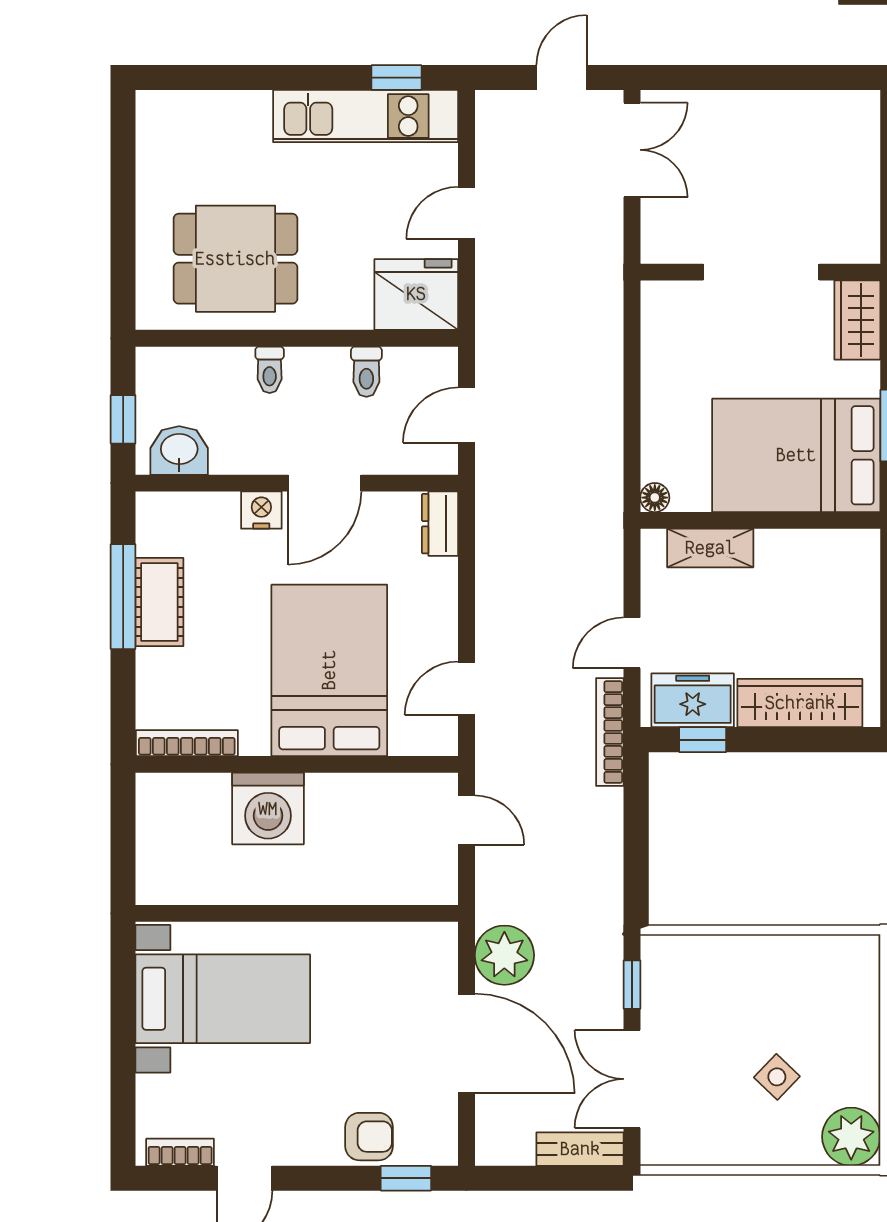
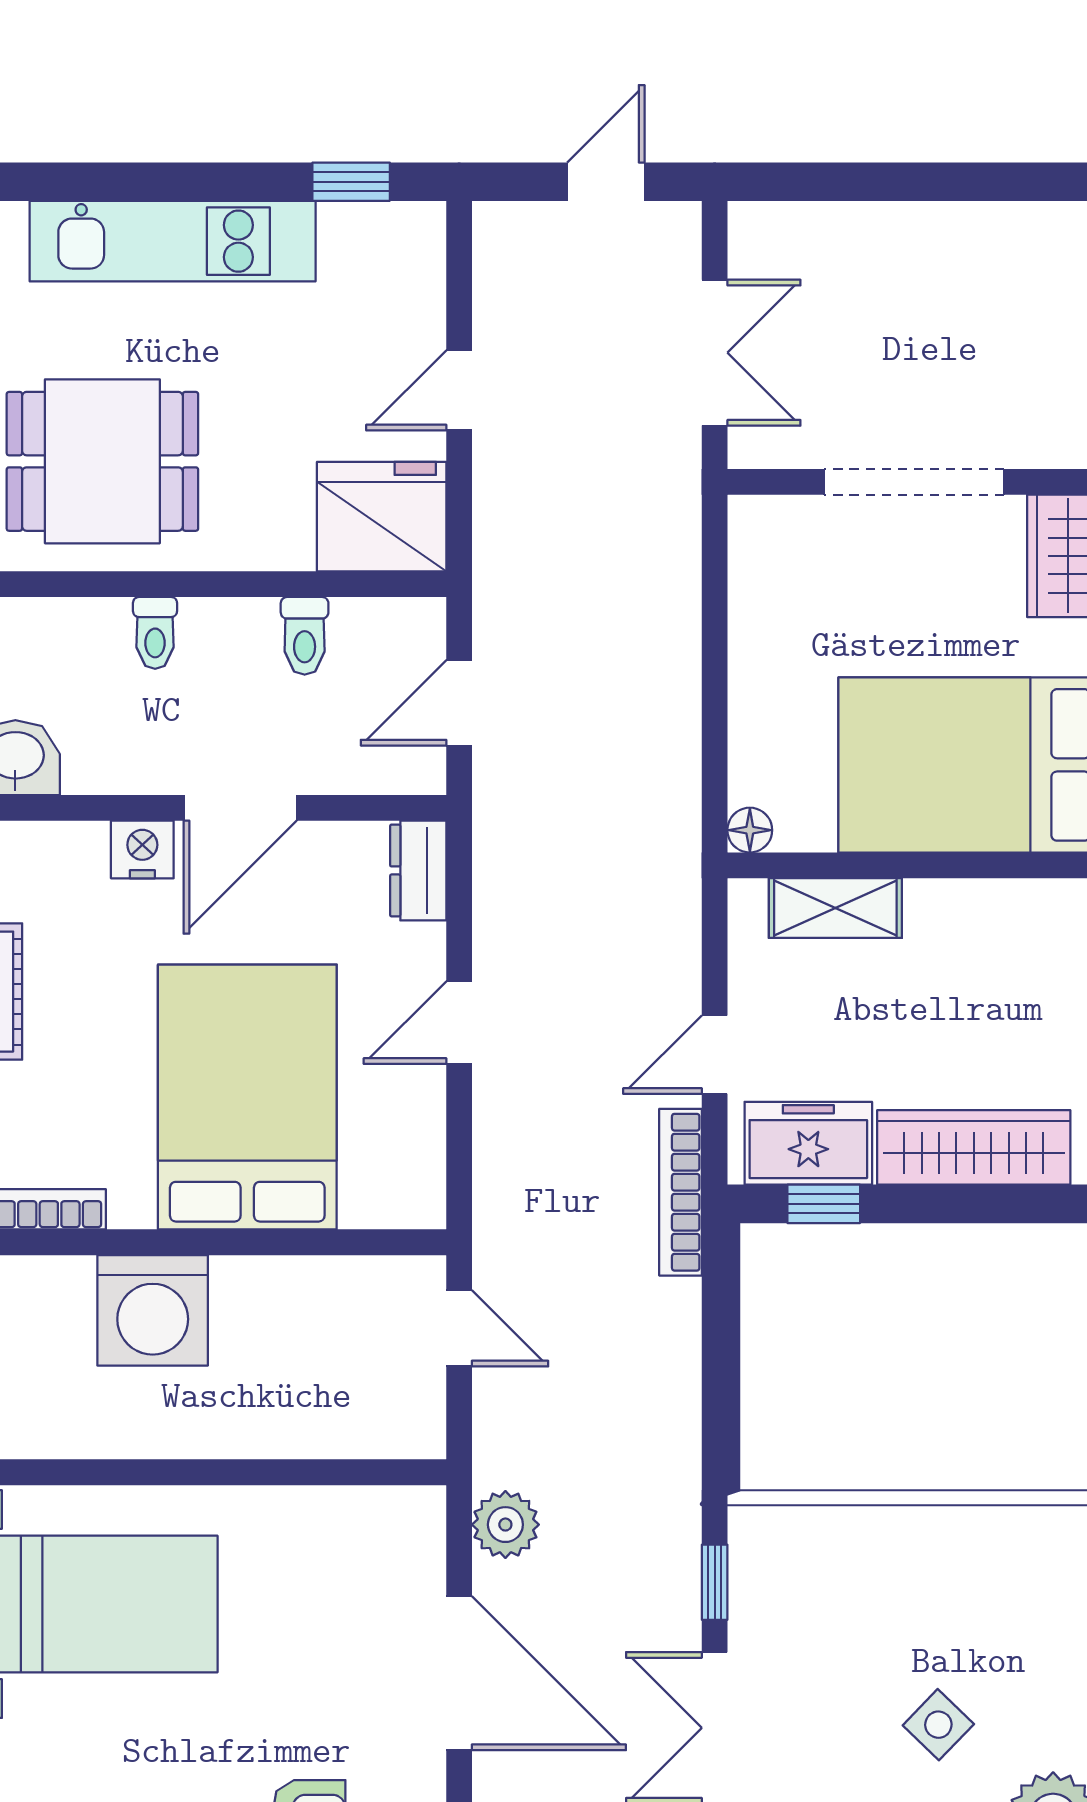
kitchen unit: (366, 116) -> (173, 241), moved
double door: (632, 150) -> (715, 353), moved
door: (466, 688) -> (459, 1023), moved
plant: (504, 955) -> (505, 1525), width x0.73, depth x0.73

